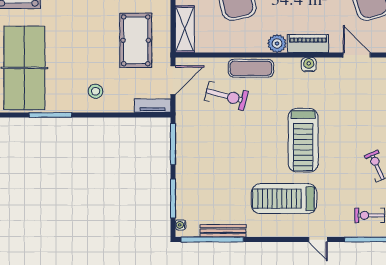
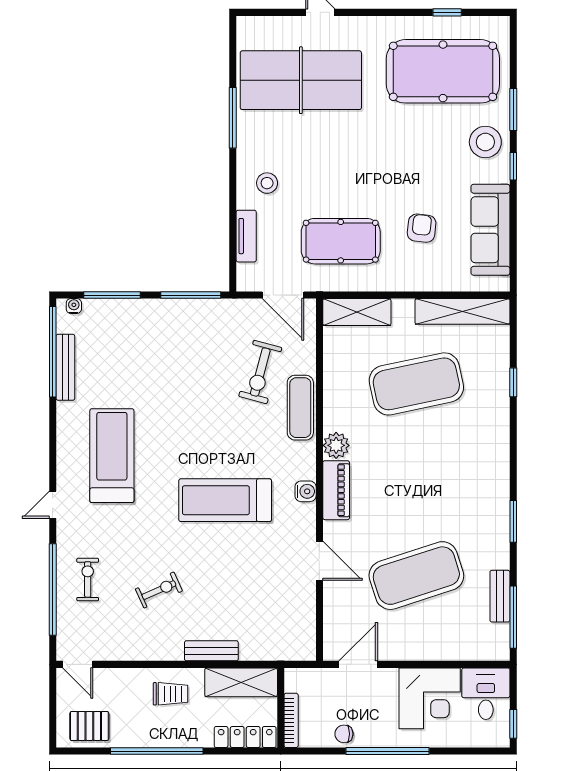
door: (357, 55) -> (319, 561), hinge flipped
tv unit: (153, 106) -> (246, 236), moved
treadmill: (303, 140) -> (225, 500), moved

